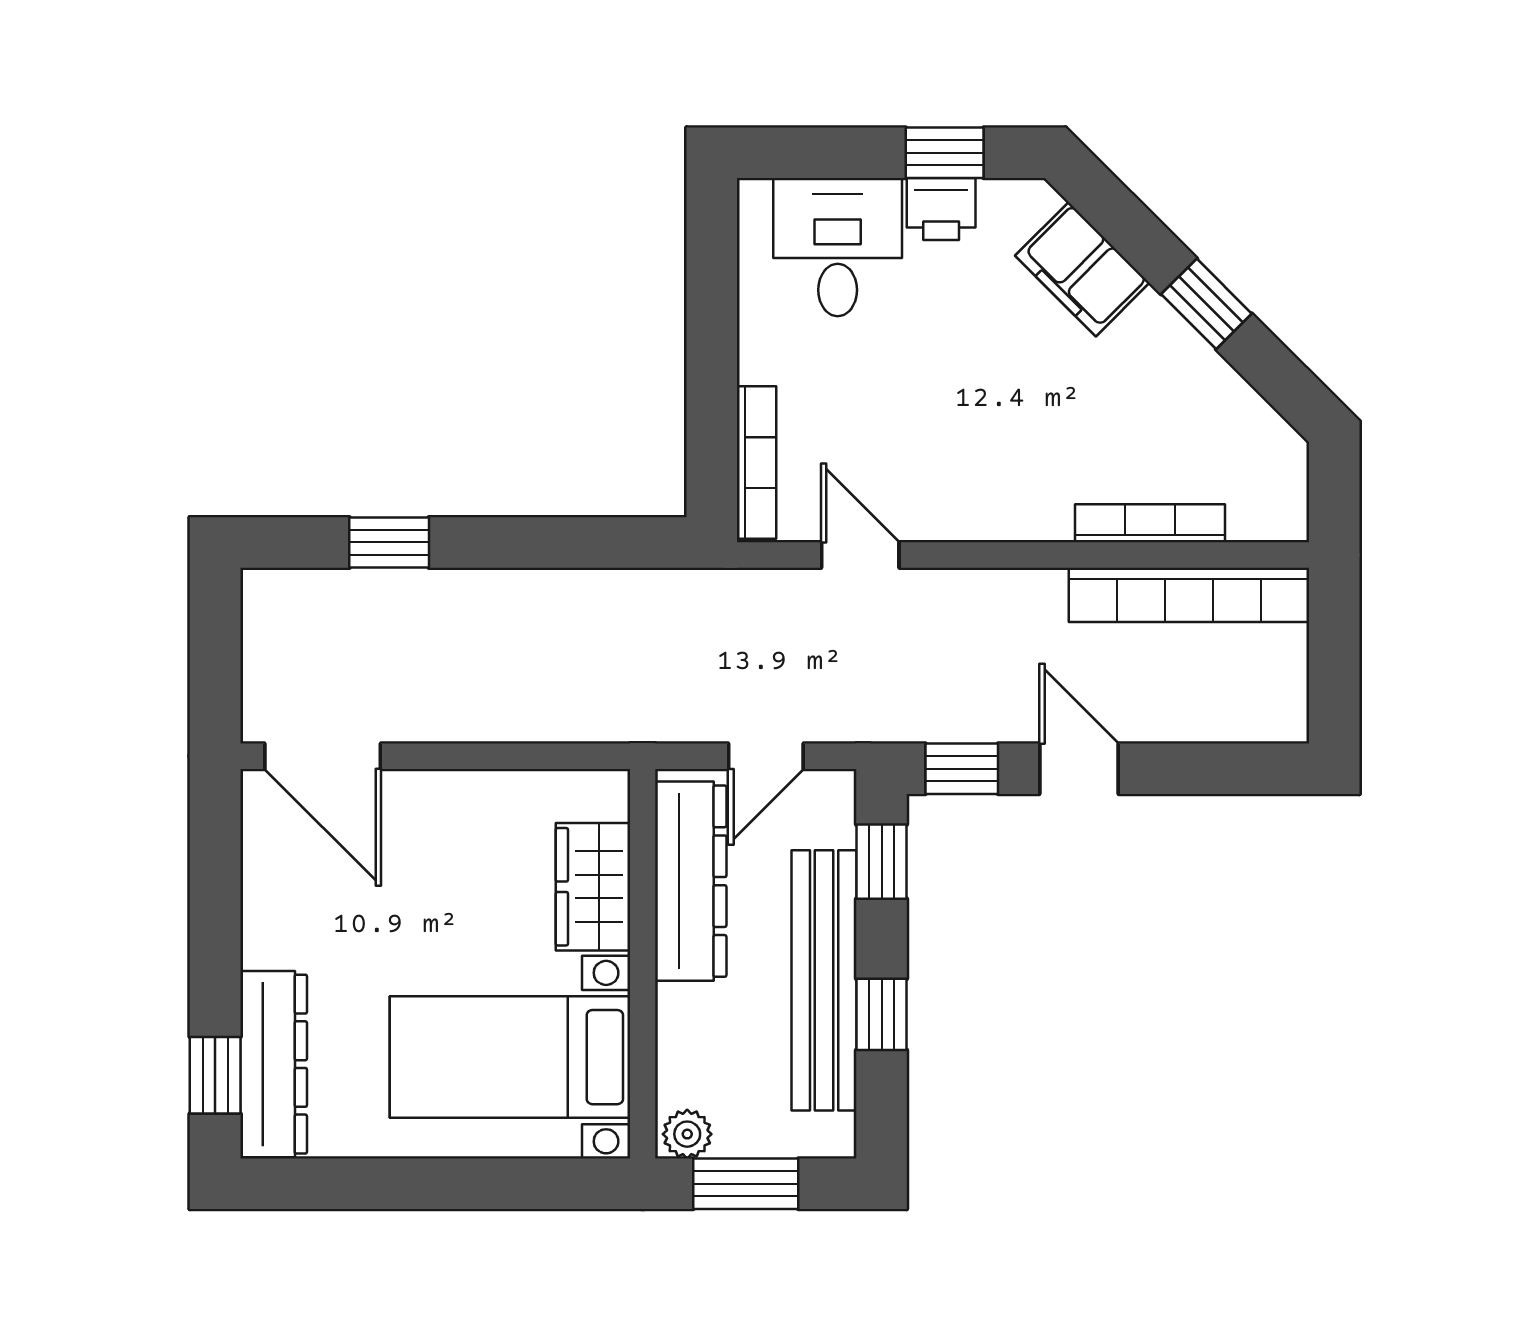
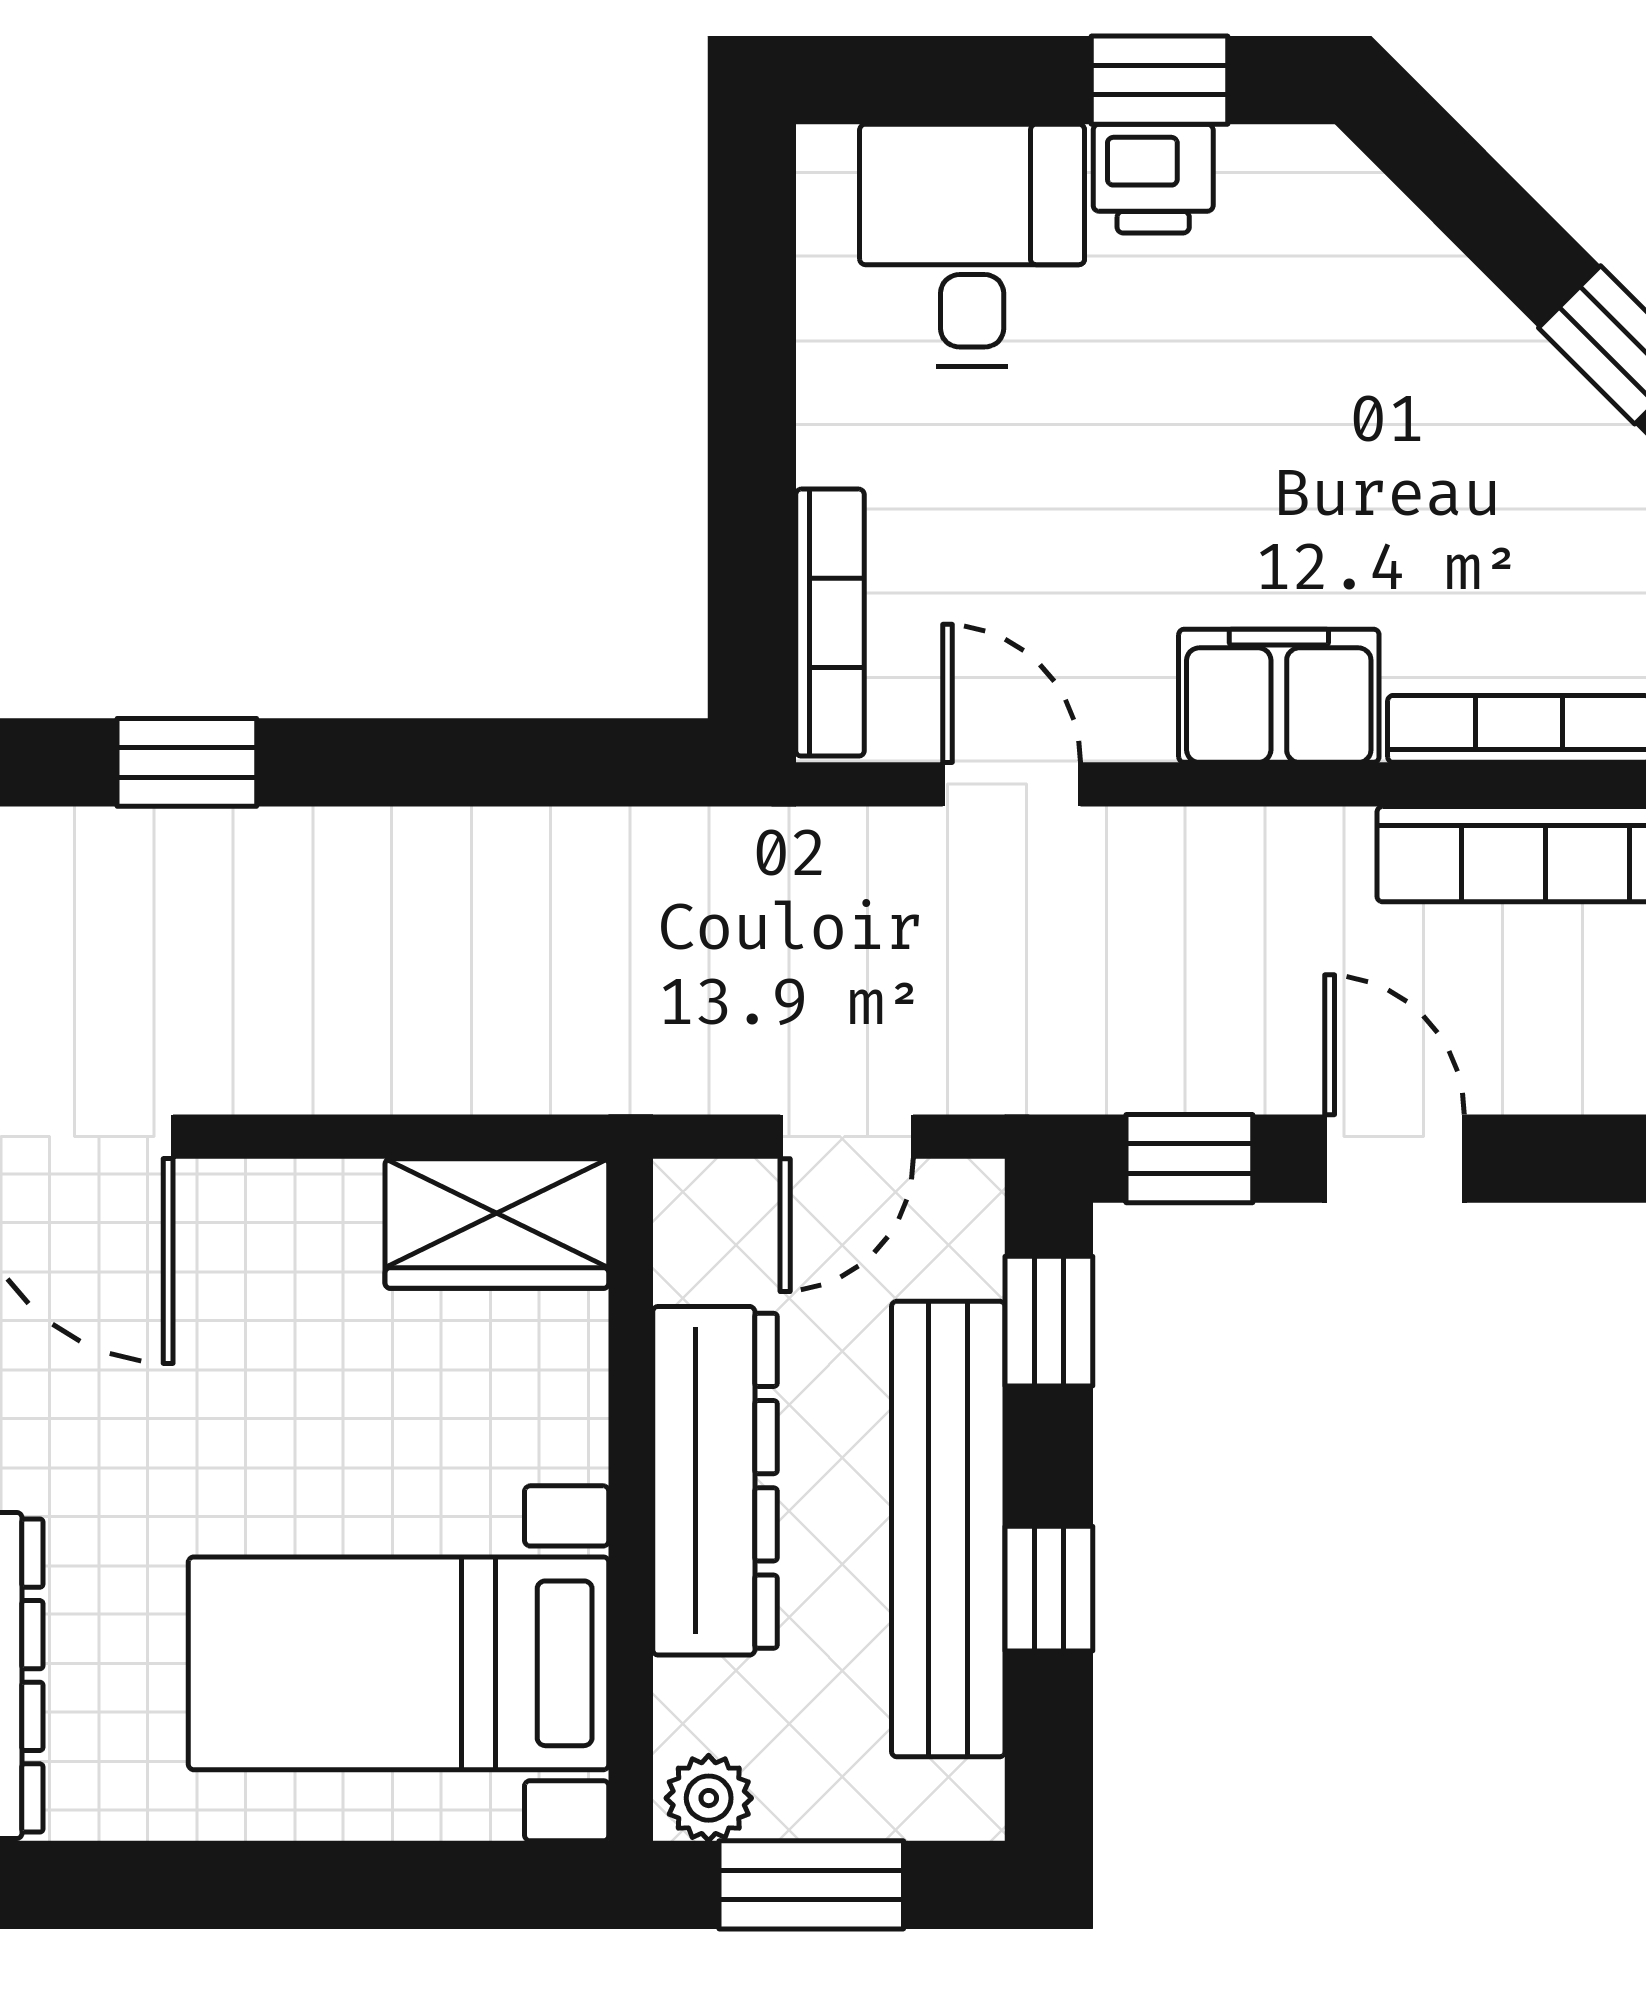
filing cabinet: (1082, 269) -> (1279, 696), moved, turned 135
dresser: (691, 881) -> (715, 1481), moved
wardrobe: (593, 887) -> (497, 1223), moved, turned -90

